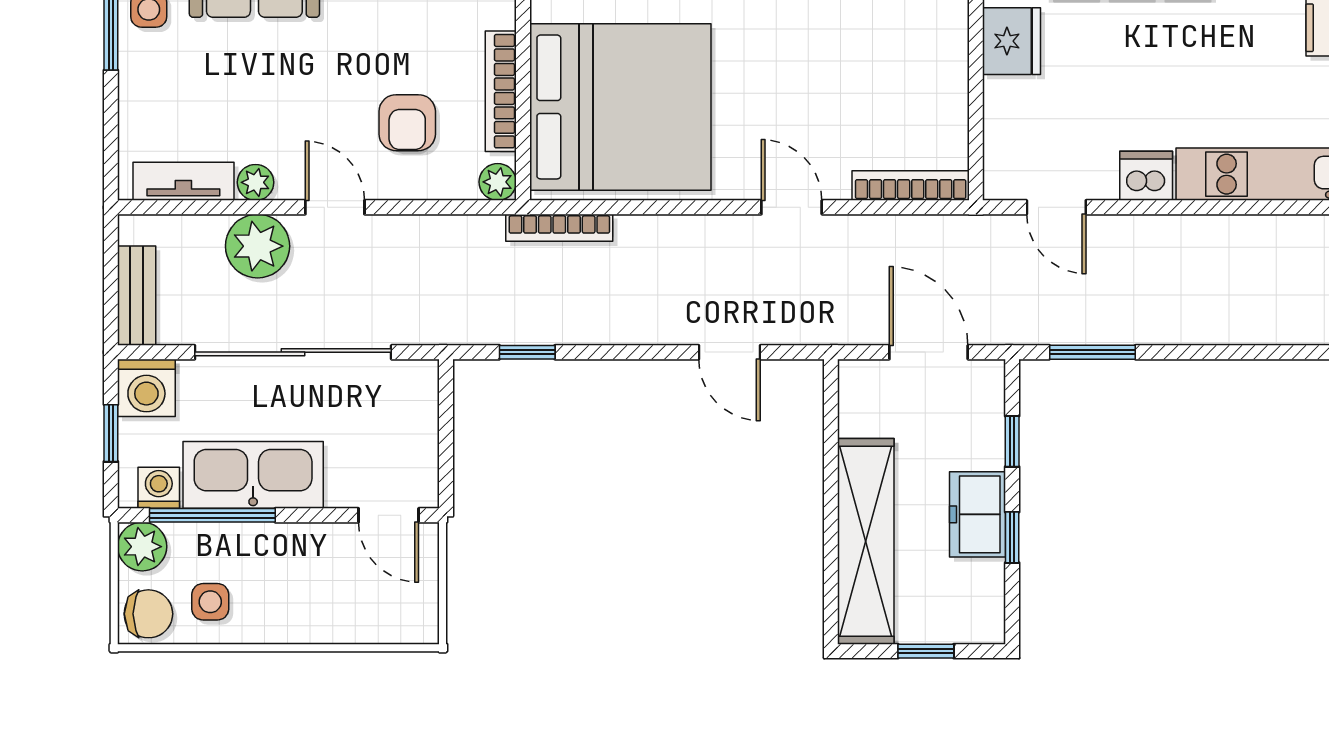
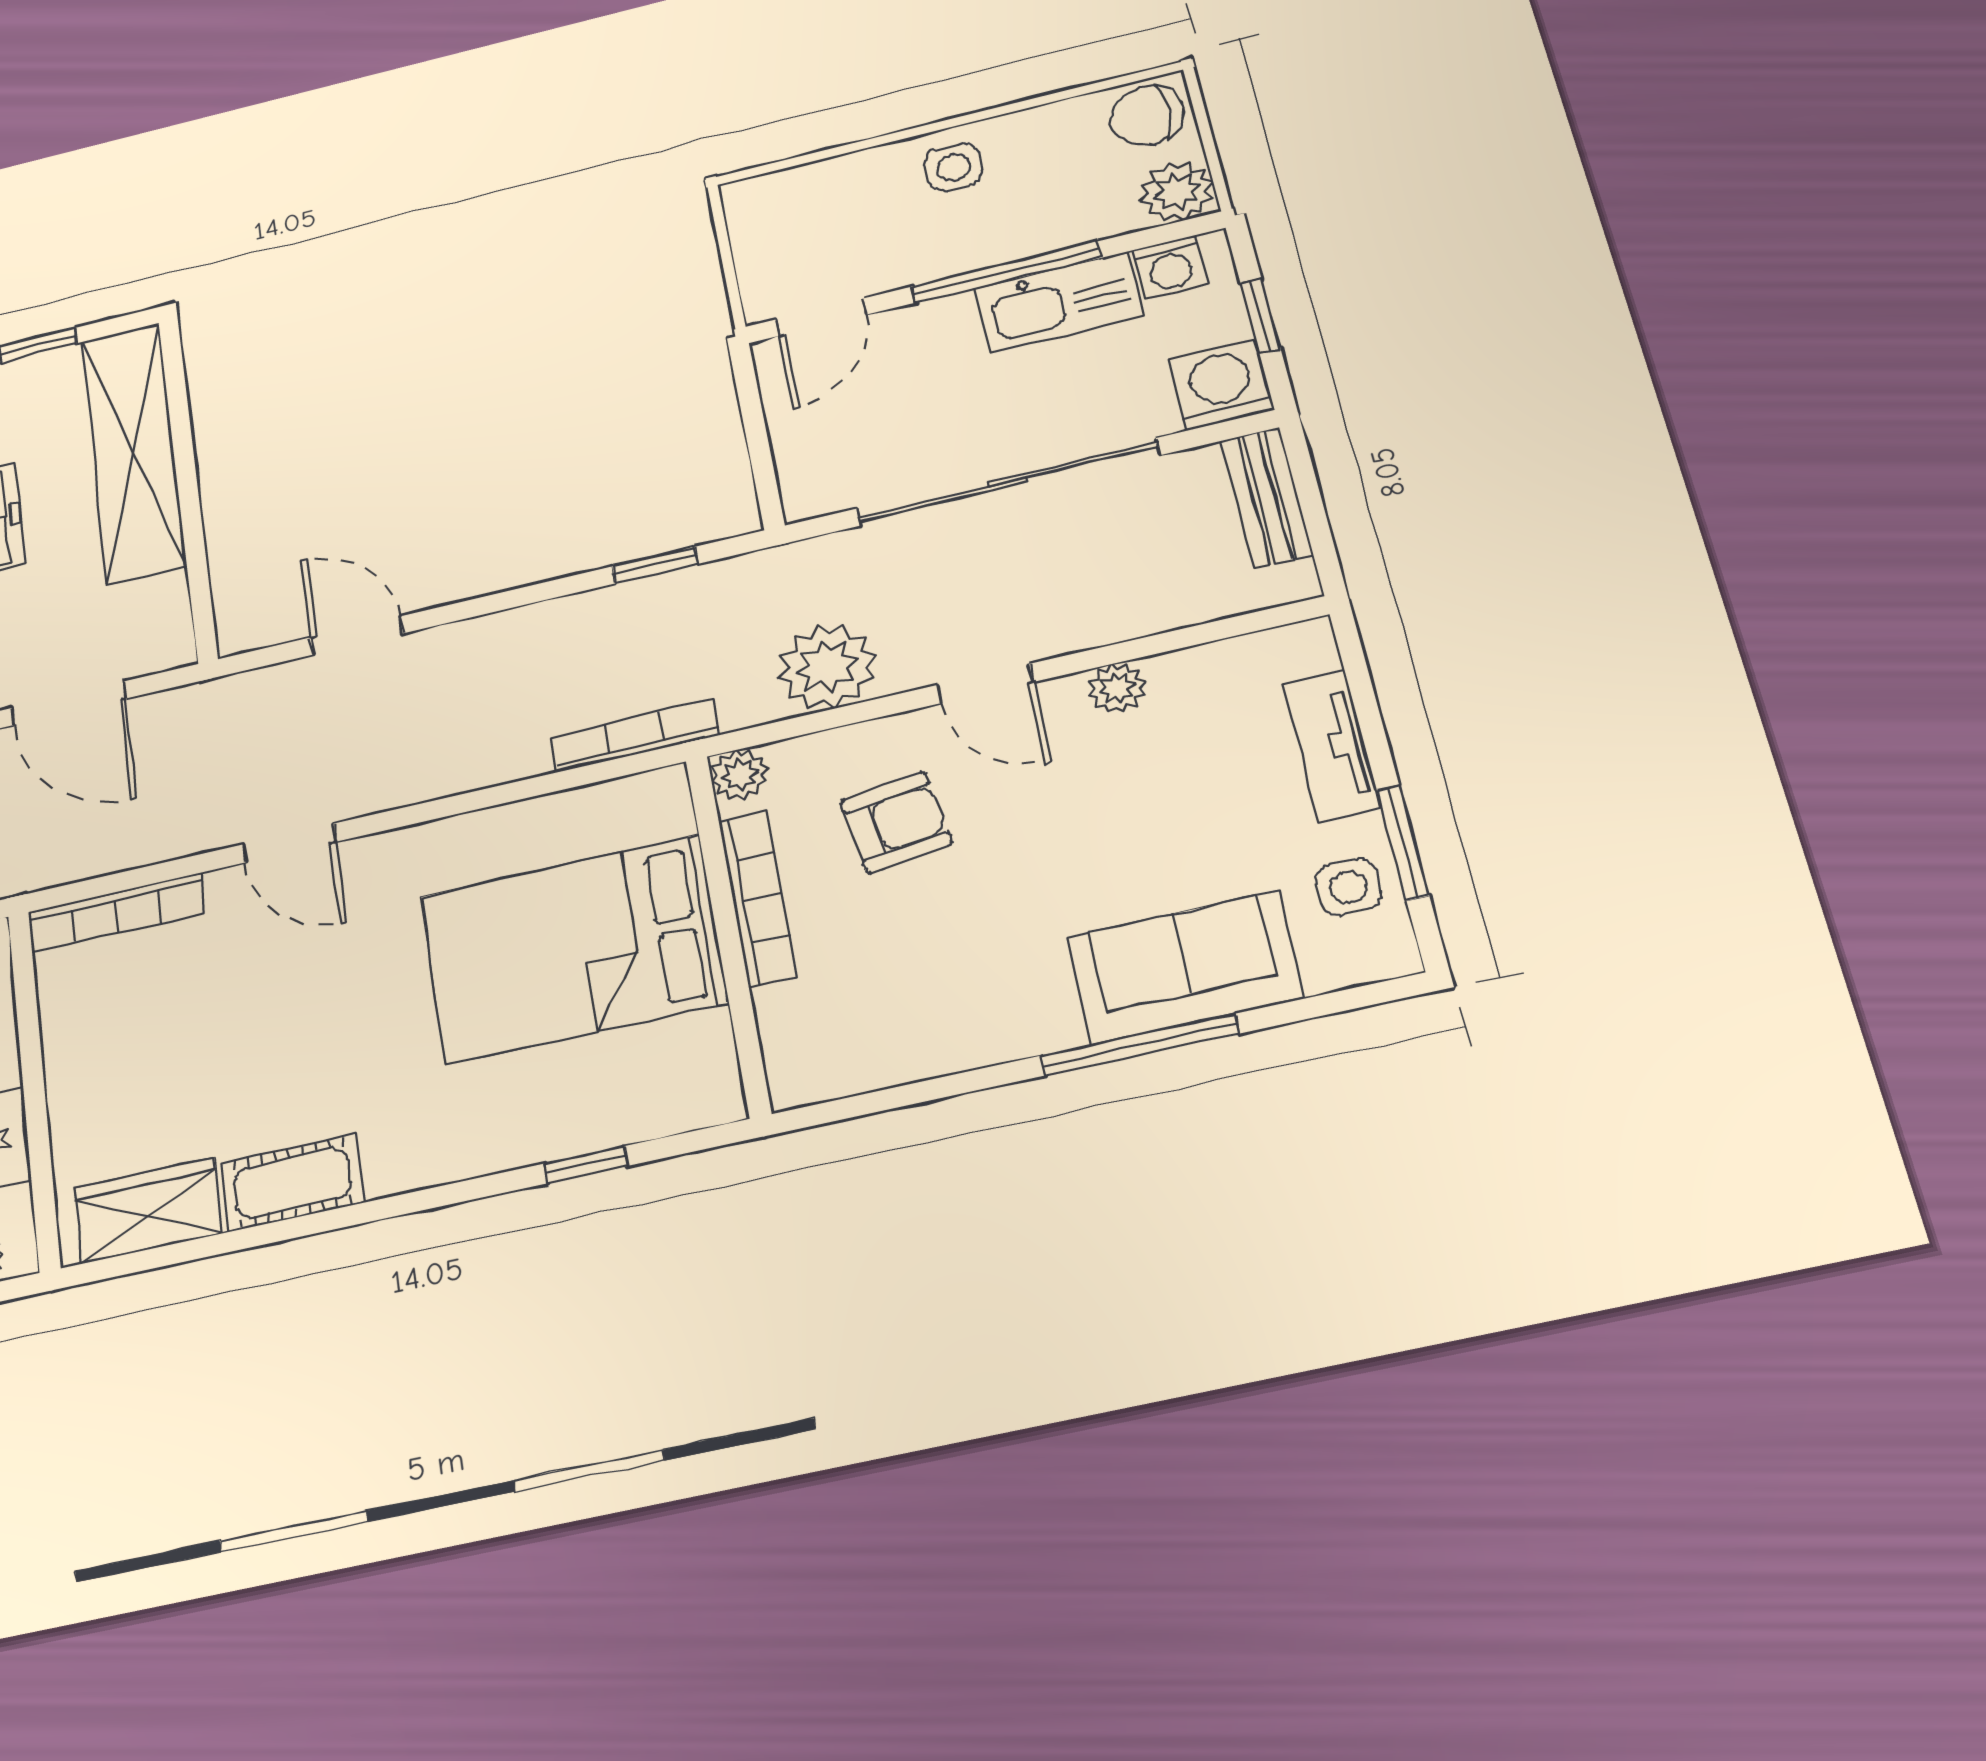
bed: (620, 107) -> (573, 949), width x0.73
armchair: (407, 123) -> (896, 823), turned 82
tv unit: (183, 181) -> (1332, 746), moved, turned 90
plant: (258, 246) -> (827, 667), moved
kitchen sink: (253, 475) -> (1059, 302), width x0.73, depth x0.81
window: (212, 515) -> (1007, 272), moved
door: (389, 515) -> (821, 317), swing flipped
side table: (210, 602) -> (954, 167), moved

